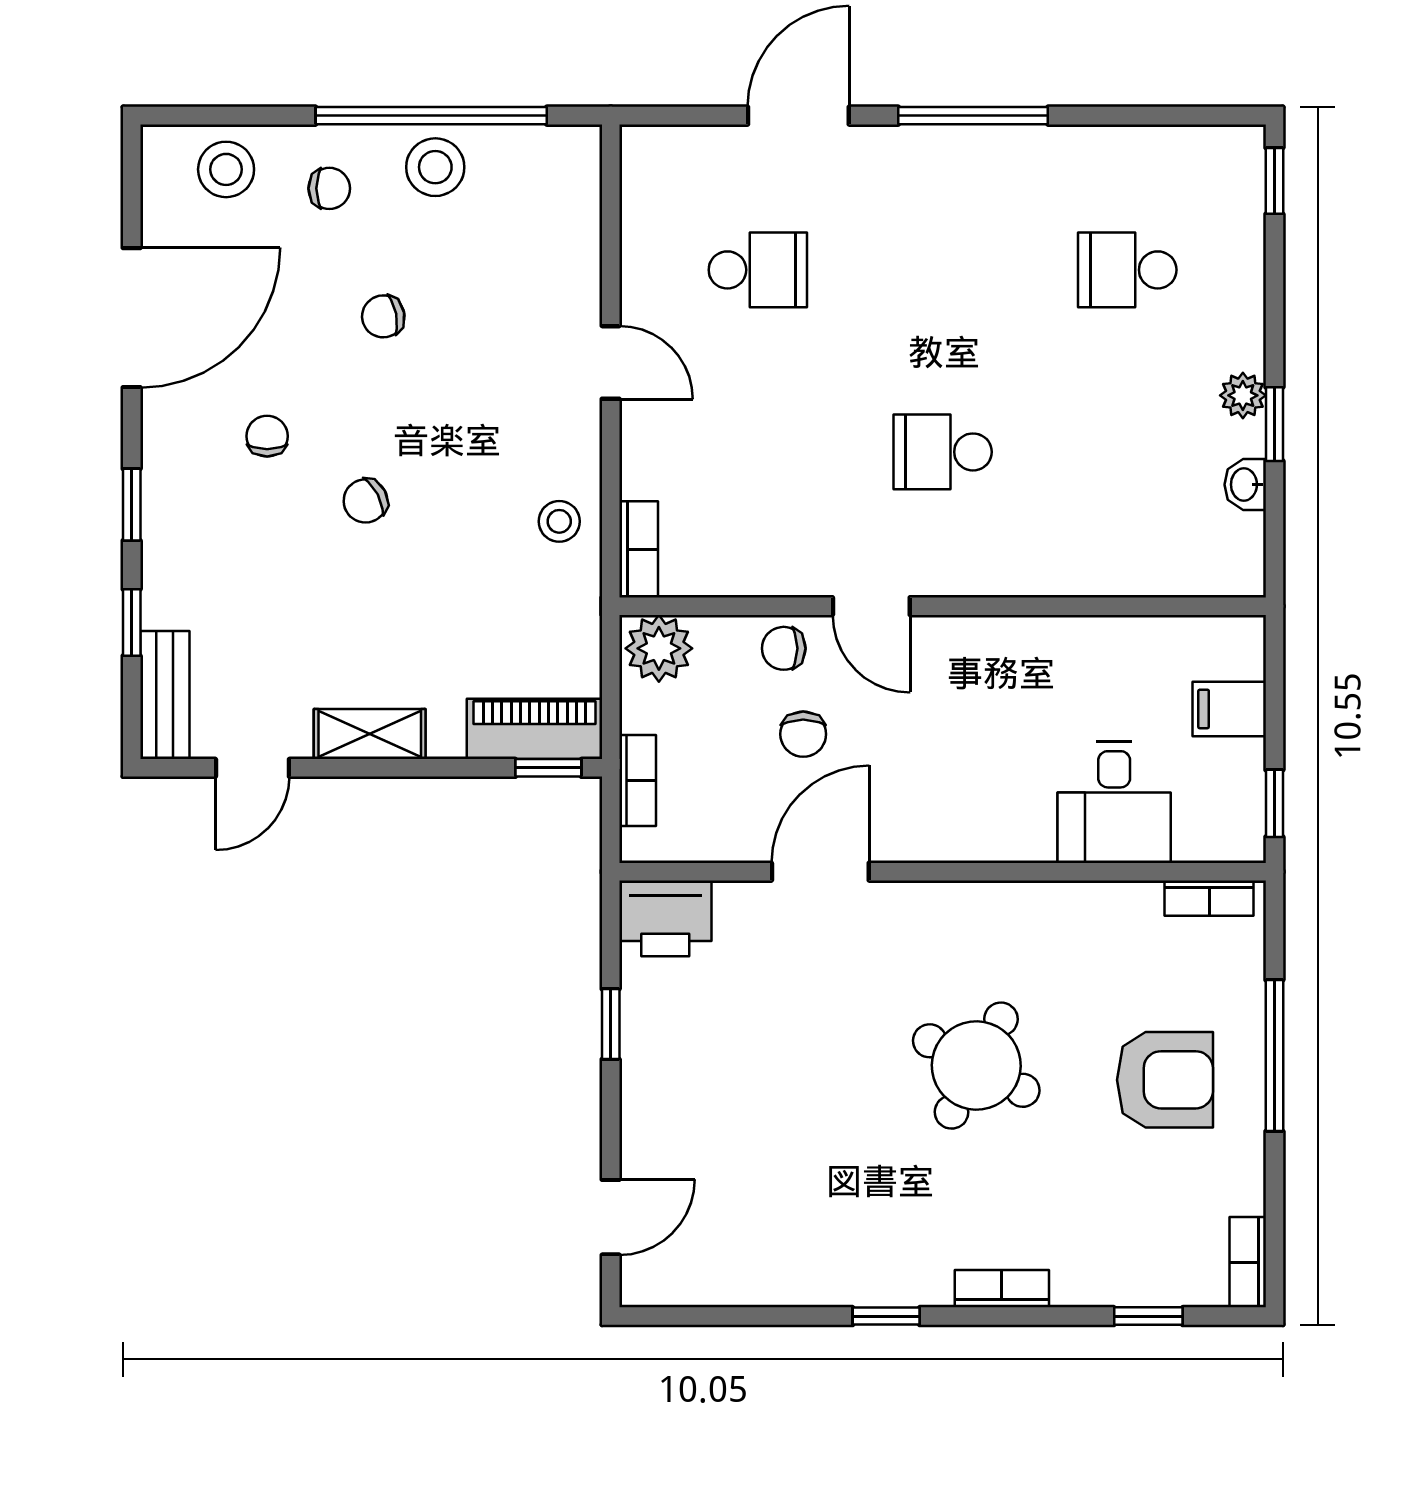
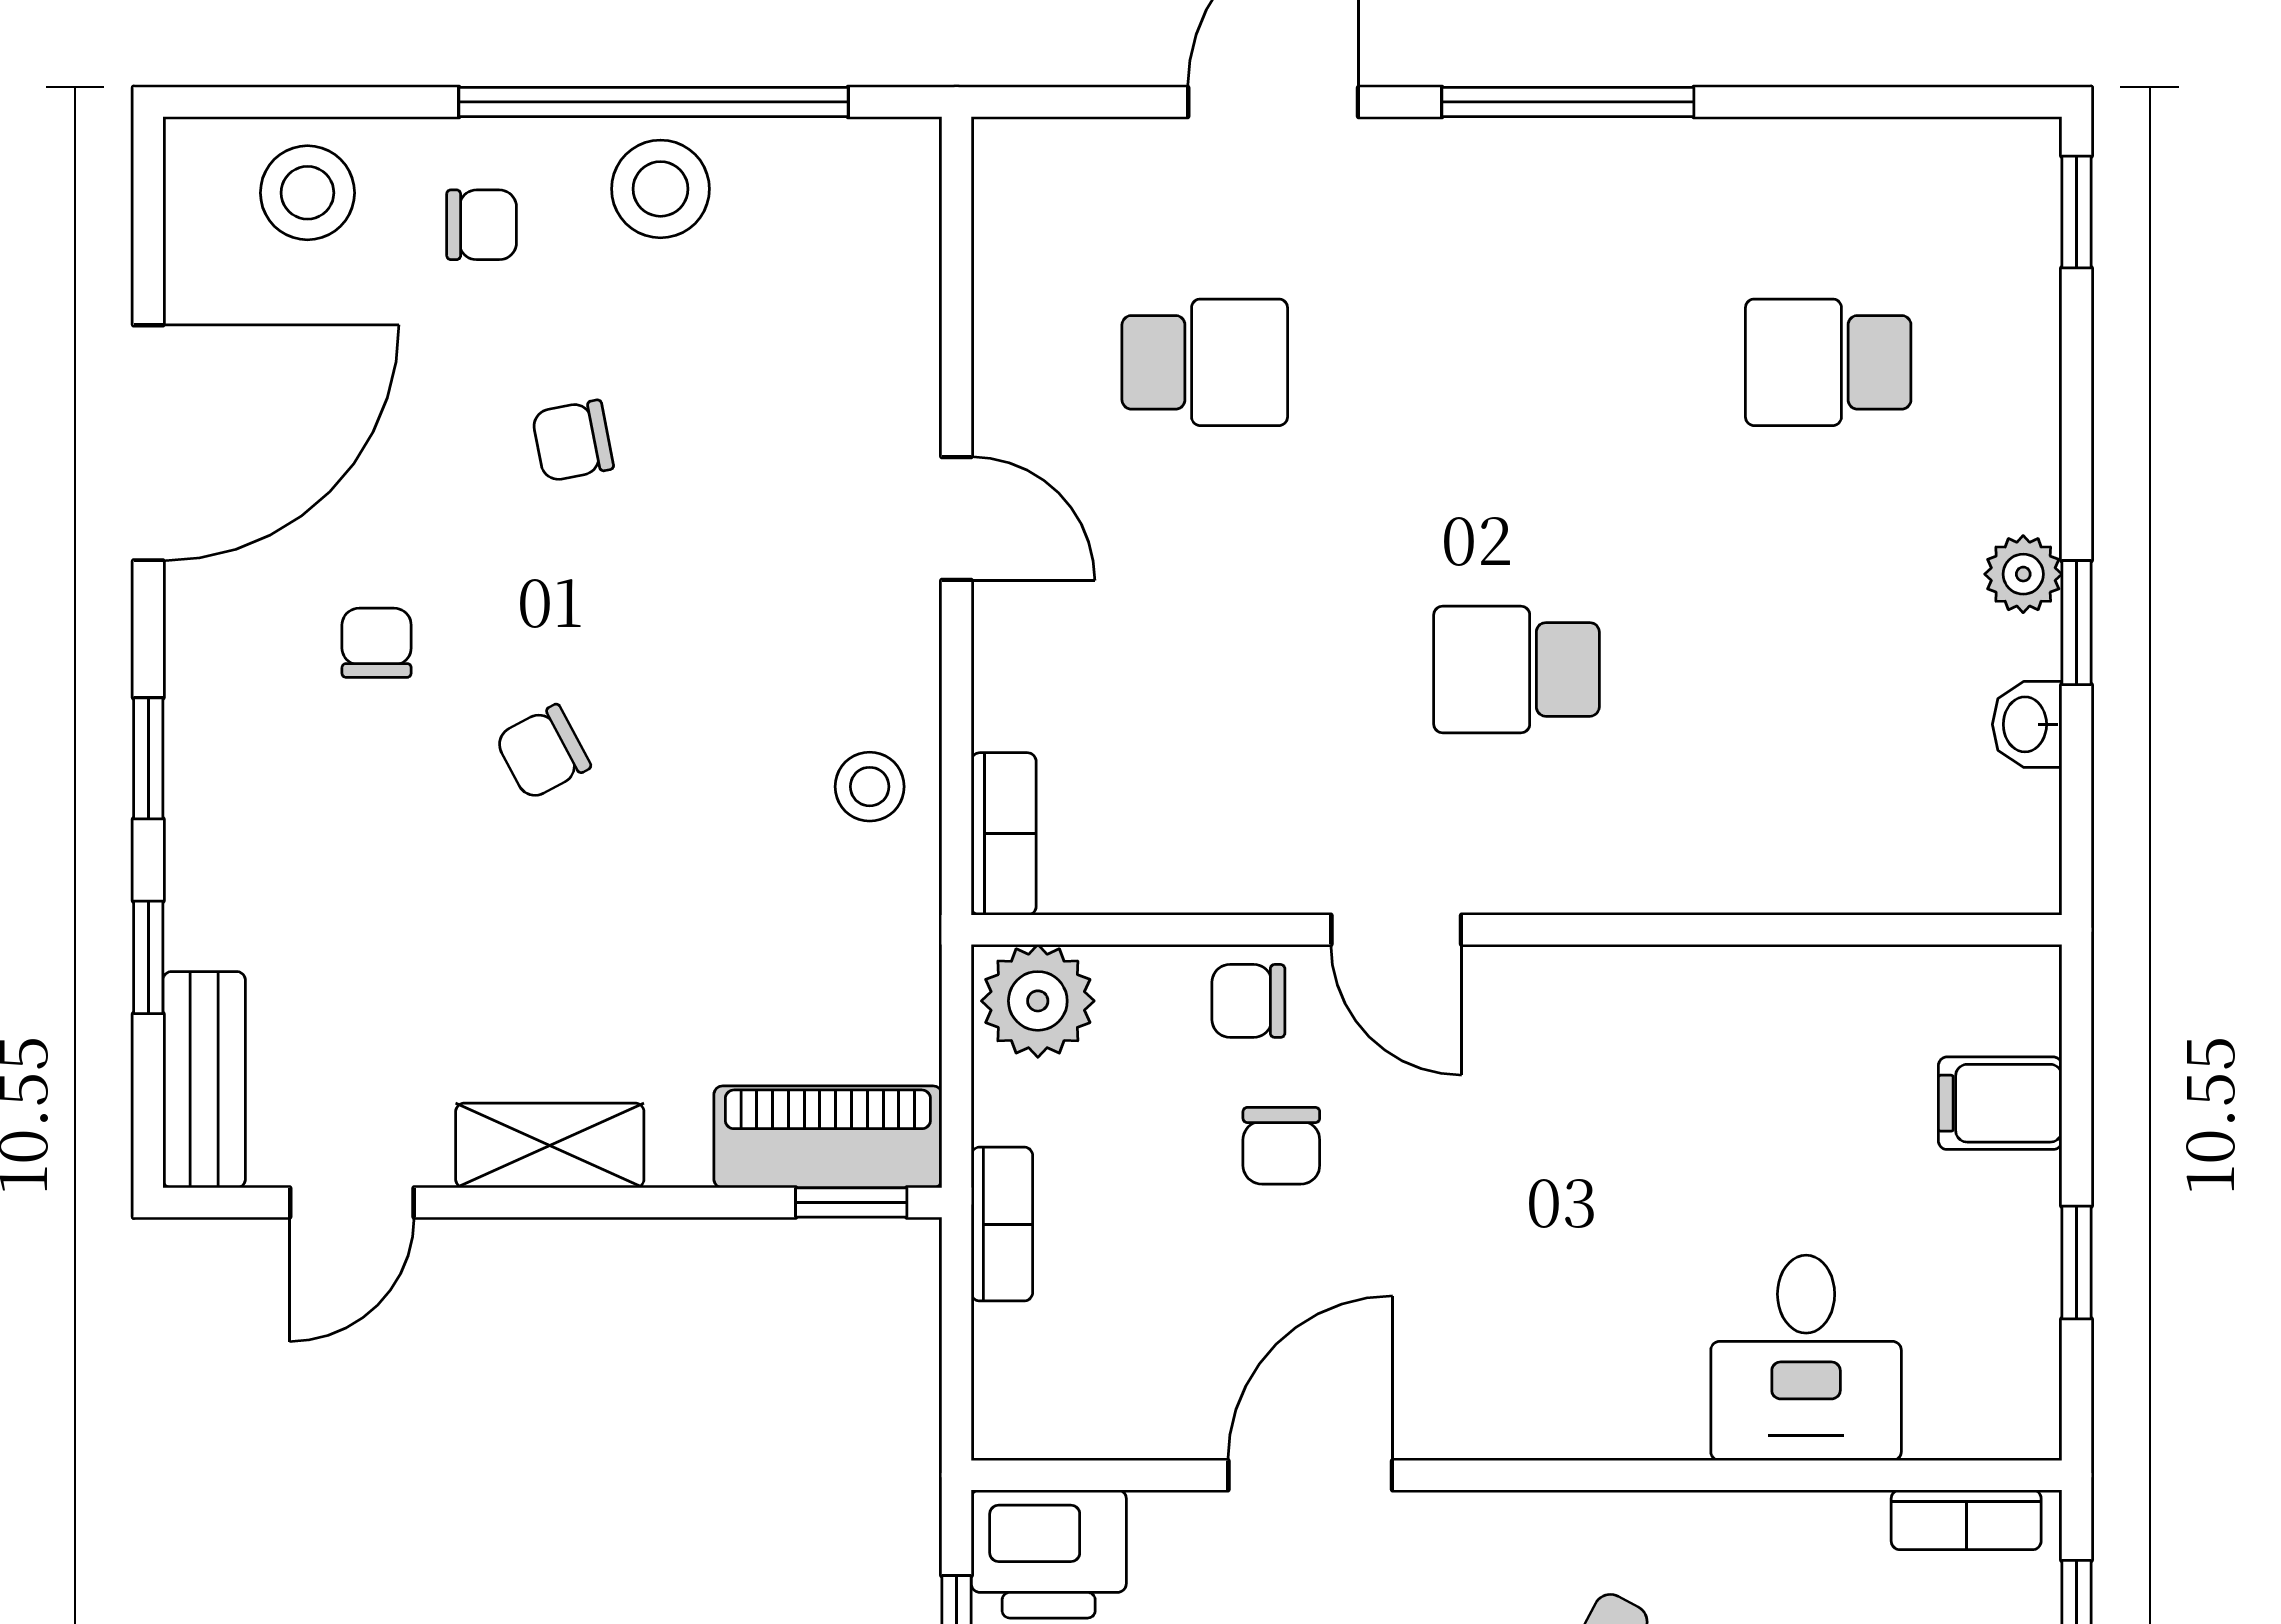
desk: (1114, 802) -> (1806, 1358), moved
door: (820, 872) -> (1310, 1475), moved
wall: (943, 872) -> (1516, 1475), moved
bookcase: (1209, 898) -> (1966, 1520), moved
printer: (665, 918) -> (1049, 1554), moved

